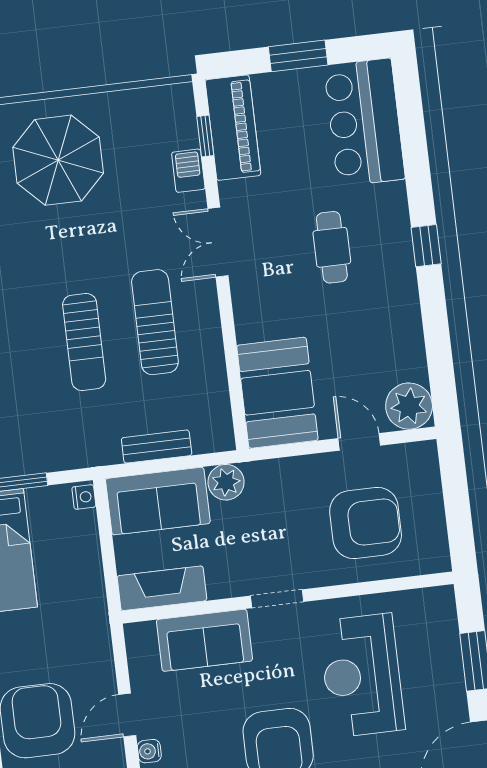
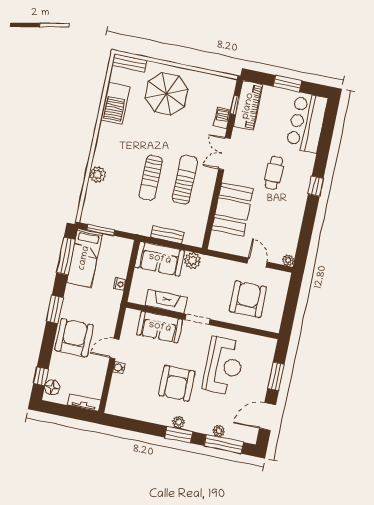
booth: (277, 393) -> (232, 209), moved
plant: (409, 406) -> (288, 260), width x0.53, depth x0.53
nightstand: (84, 497) -> (120, 284), moved
armchair: (366, 523) -> (248, 299), turned -90
fireplace: (162, 588) -> (166, 302), moved
reception desk: (362, 675) -> (224, 366), turned 180

